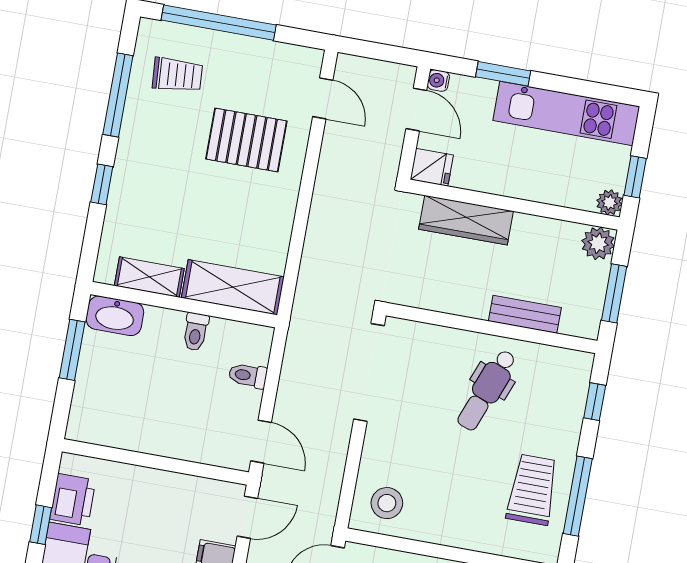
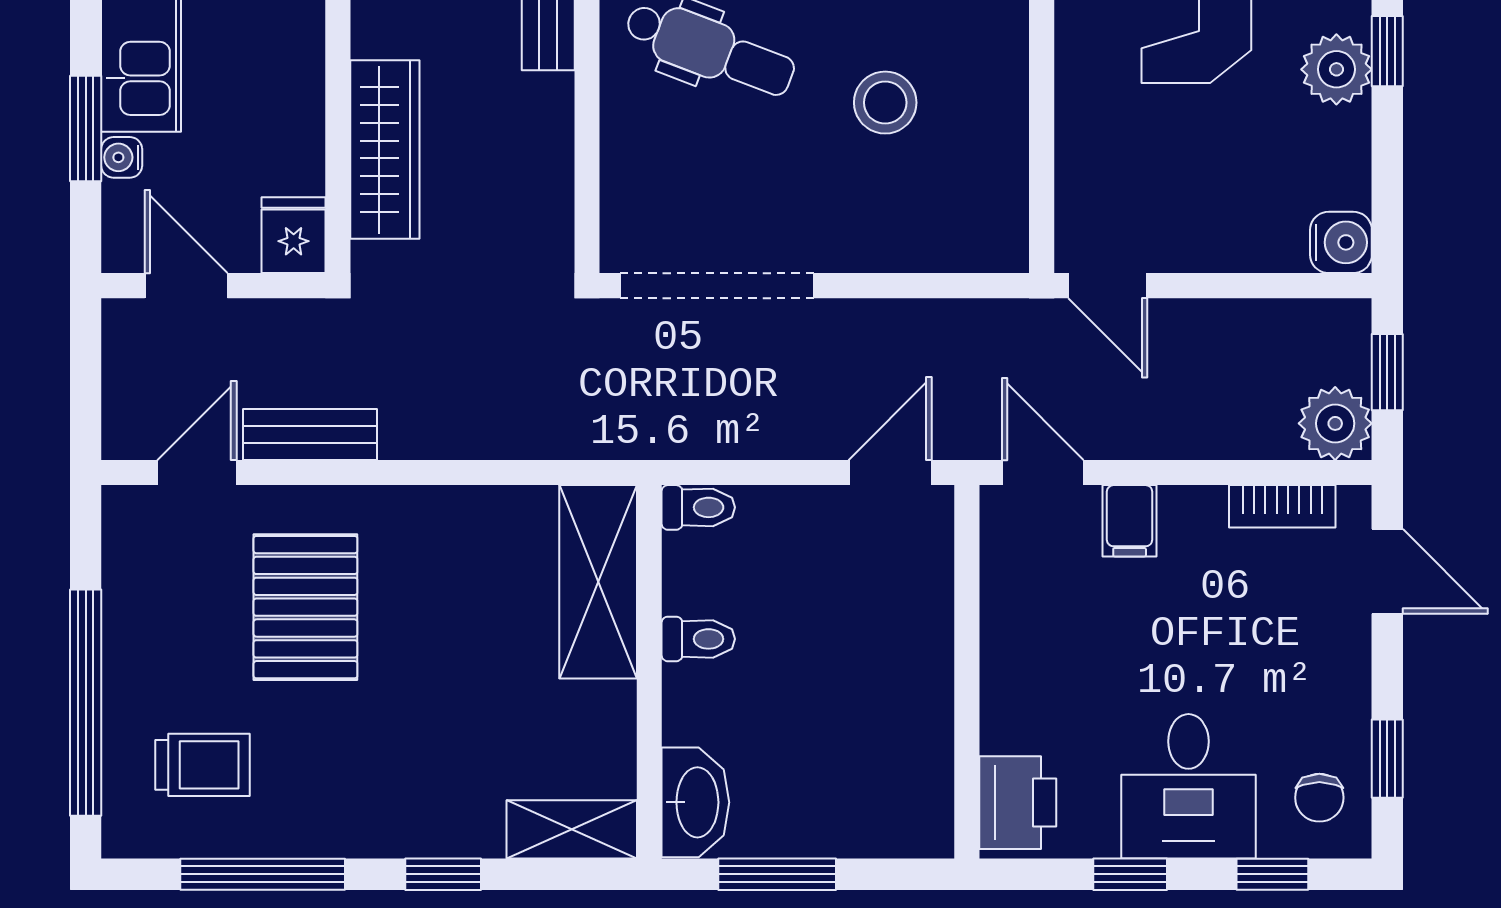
trolley: (177, 75) -> (202, 765), turned 94
water cooler: (438, 81) -> (122, 157), moved, turned 90
door: (416, 110) -> (186, 286), hinge flipped
bench: (332, 158) -> (310, 435), added
shelving: (149, 277) -> (572, 829), moved, turned 90
toilet: (248, 376) -> (698, 507), moved, turned -90
printer: (73, 500) -> (1018, 803), moved, turned 90
stool: (387, 503) -> (885, 103), moved

